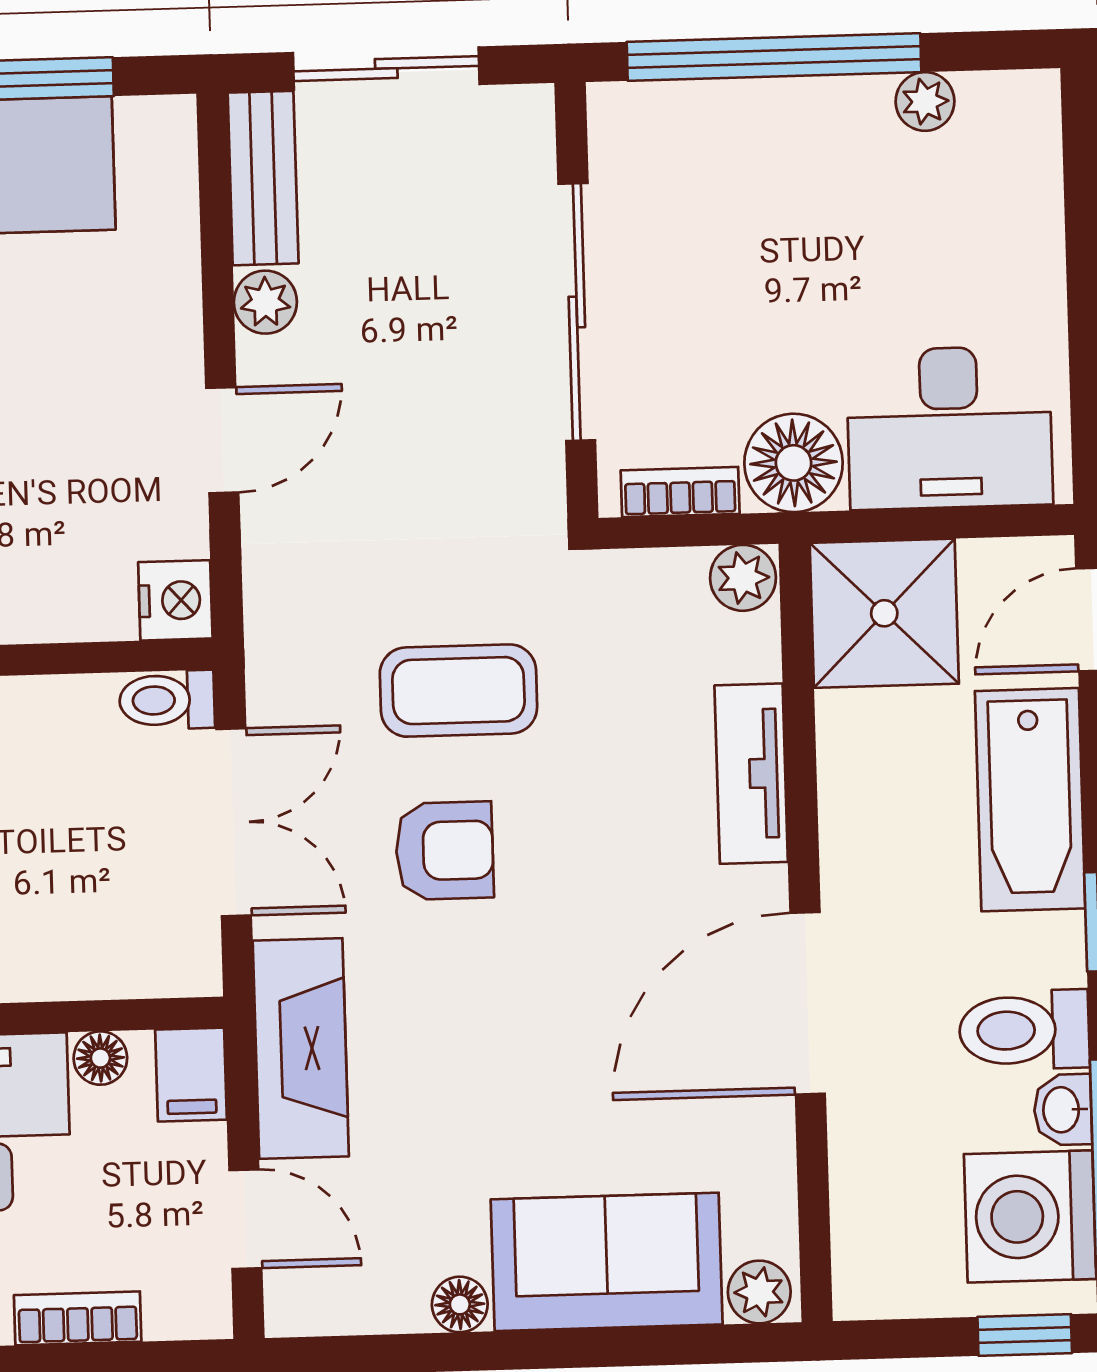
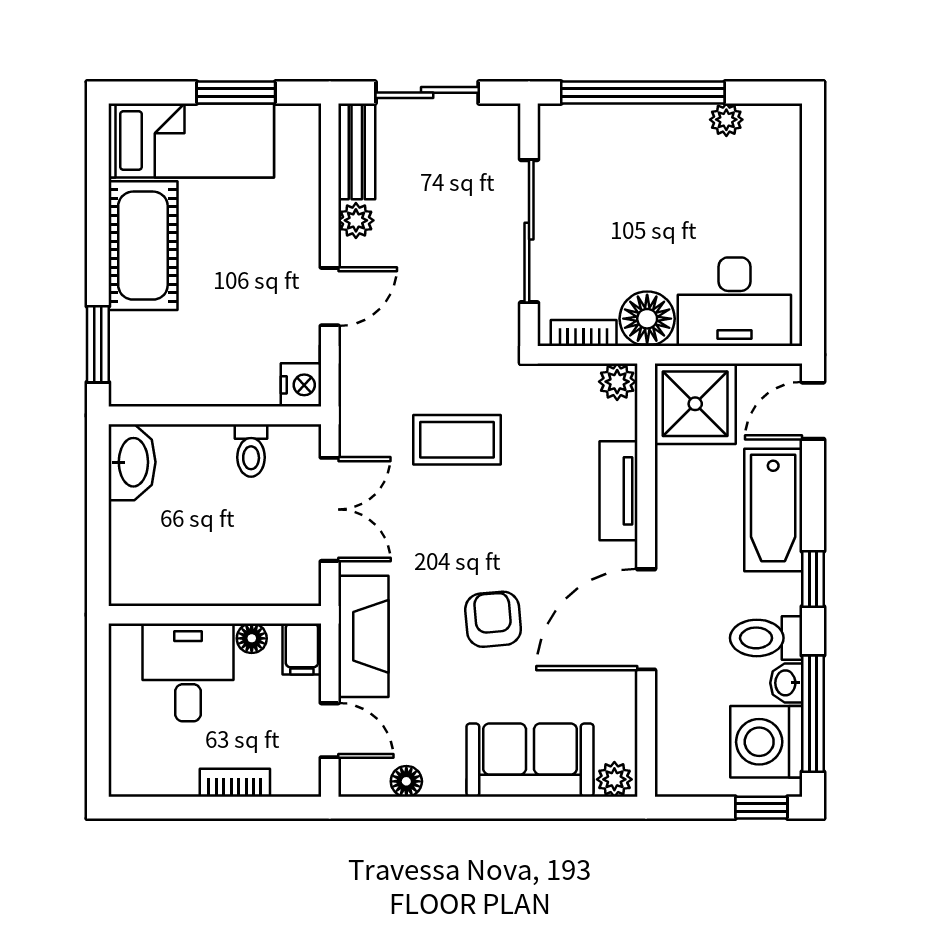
toilet: (167, 700) -> (251, 450), moved, turned -90
armchair: (445, 851) -> (493, 619), moved, turned -95
floor lamp: (460, 1304) -> (406, 781), moved

